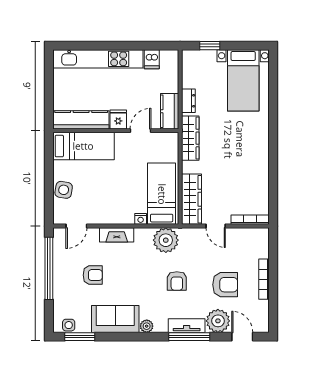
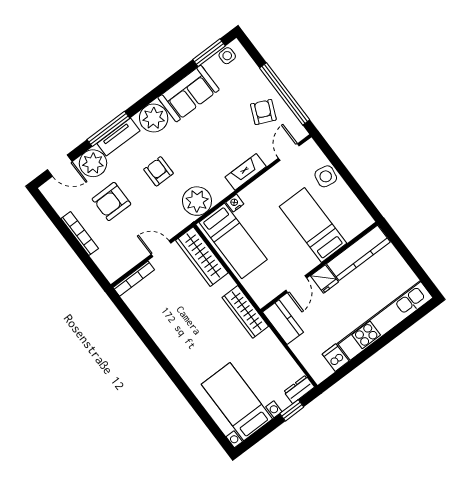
dresser: (188, 101) -> (299, 389), moved, turned 90
bed: (83, 146) -> (313, 225), moved, turned 90
armchair: (93, 275) -> (263, 112), moved, turned 114
plant: (147, 326) -> (154, 118), width x1.88, depth x1.88

